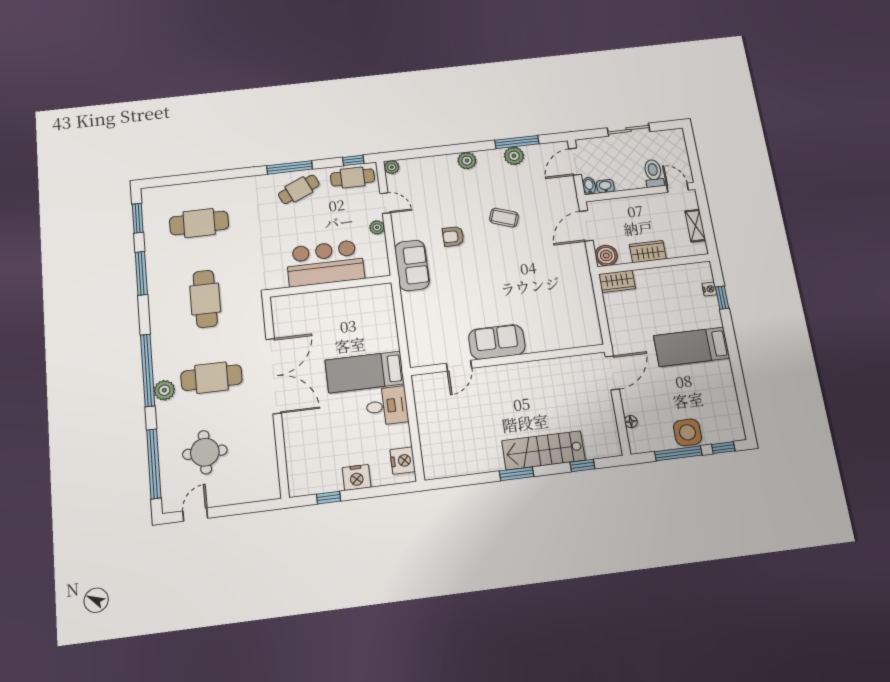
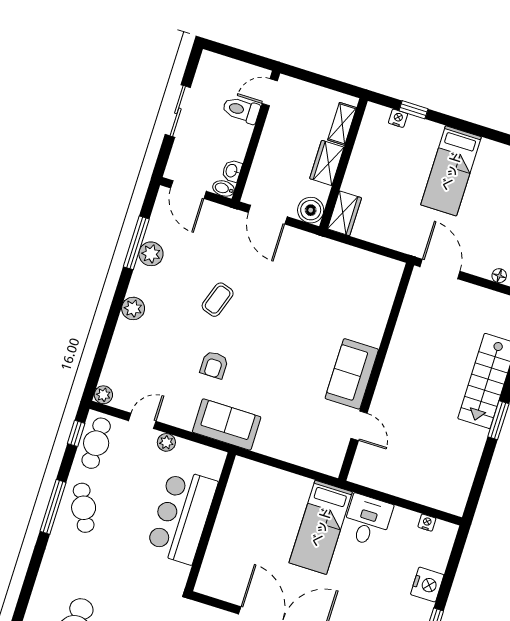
shelving: (695, 226) -> (342, 124), moved, turned 90
nightstand: (403, 461) -> (427, 523), width x0.53, depth x0.56

